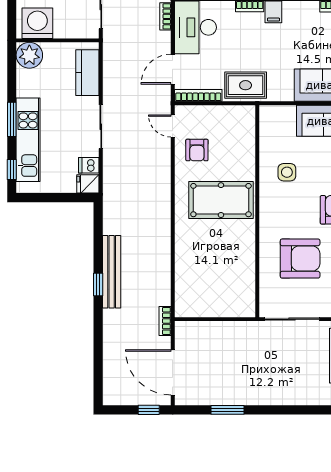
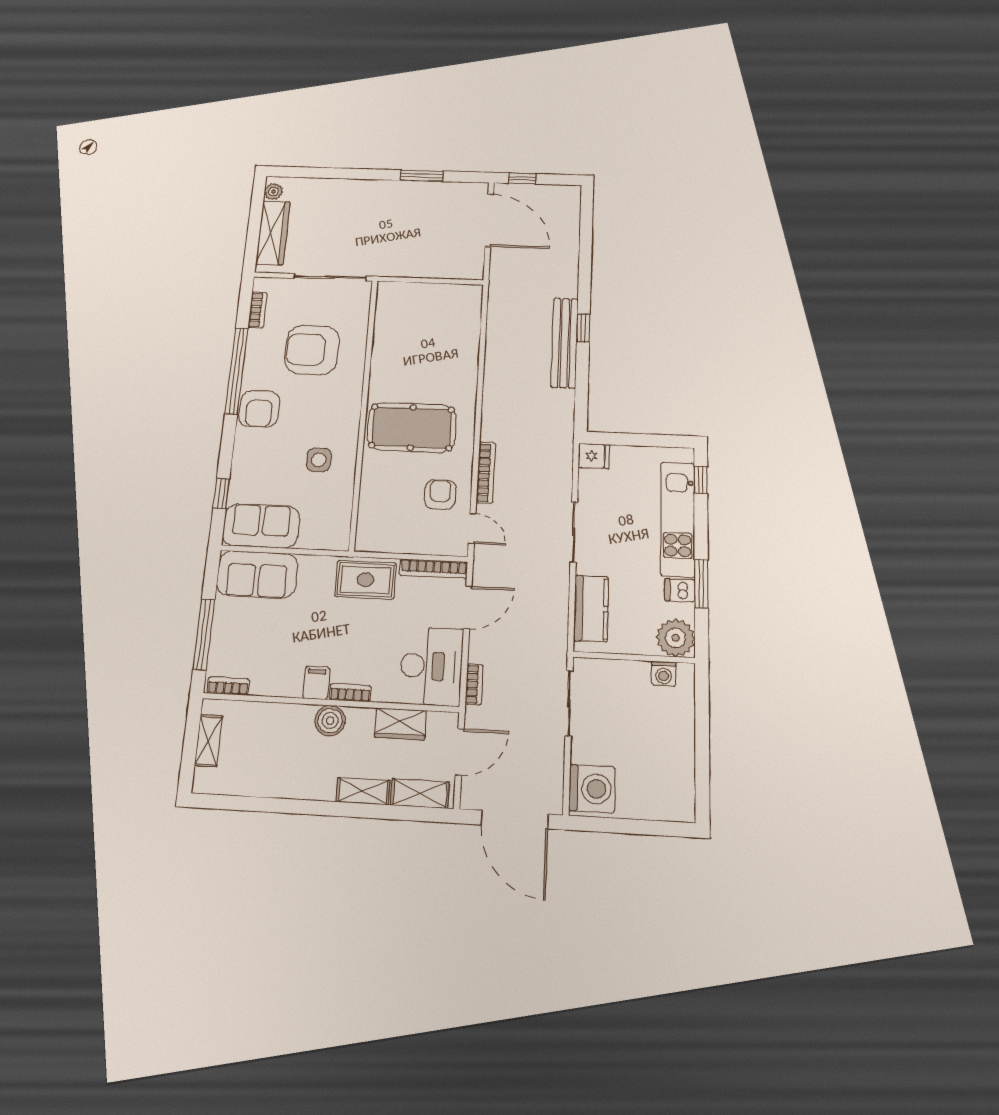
washing machine: (37, 23) -> (664, 674), width x0.53, depth x0.53
window: (12, 119) -> (701, 584), moved
dishwasher: (89, 165) -> (680, 590), moved, turned 180
bookcase: (165, 321) -> (486, 473), moved, width x1.56

